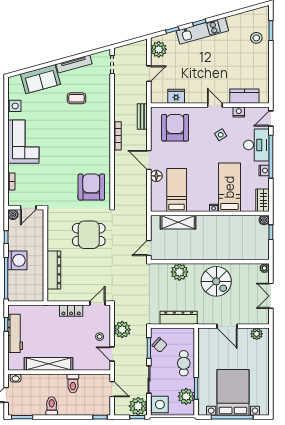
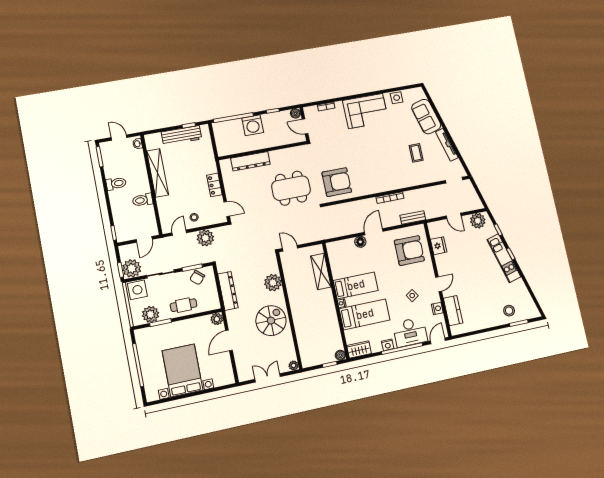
door: (271, 119) -> (438, 341), hinge flipped
bed: (177, 190) -> (356, 285), moved
dining table: (89, 235) -> (291, 188), width x1.38
spiral stairs: (216, 281) -> (271, 321), turned 180
plant: (257, 334) -> (217, 319), moved
bed with nightstands: (233, 392) -> (183, 370), moved, turned -90

